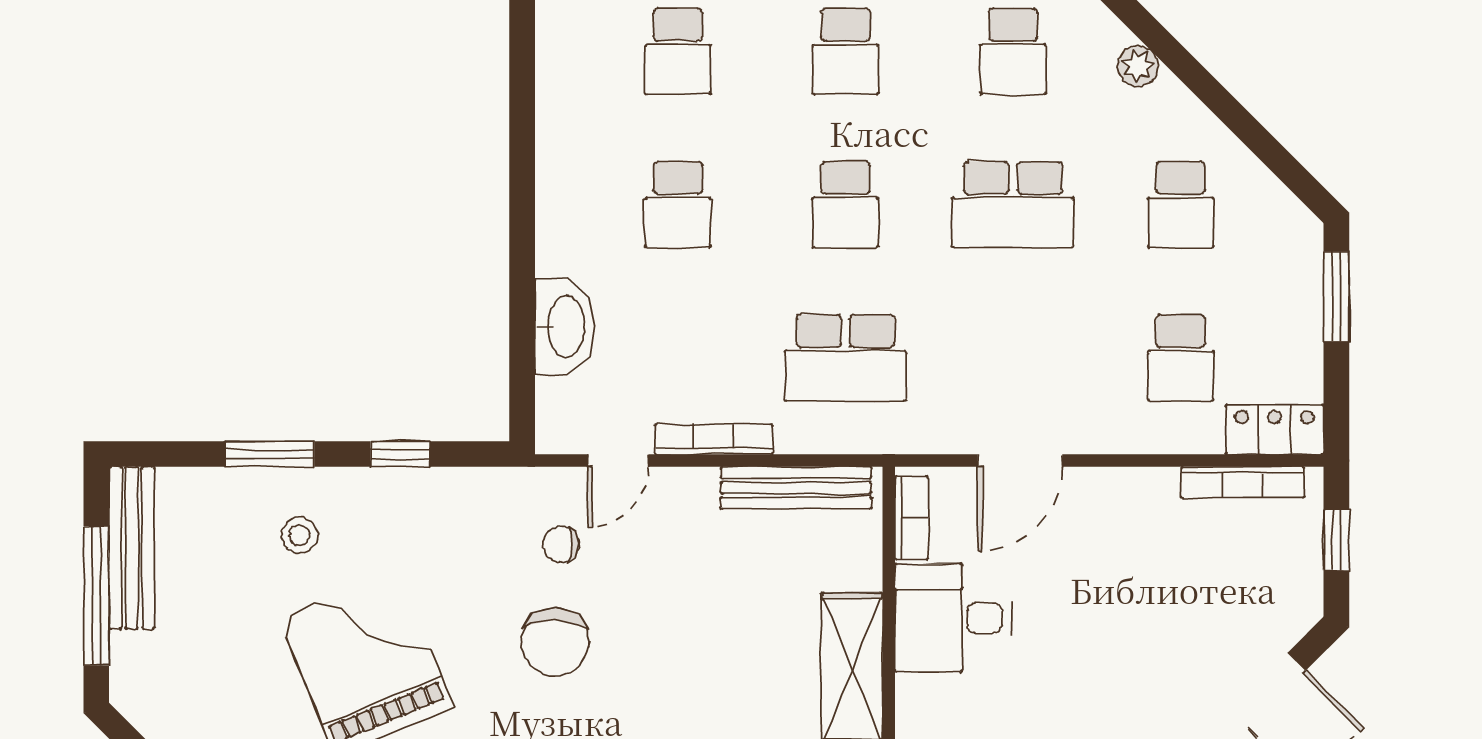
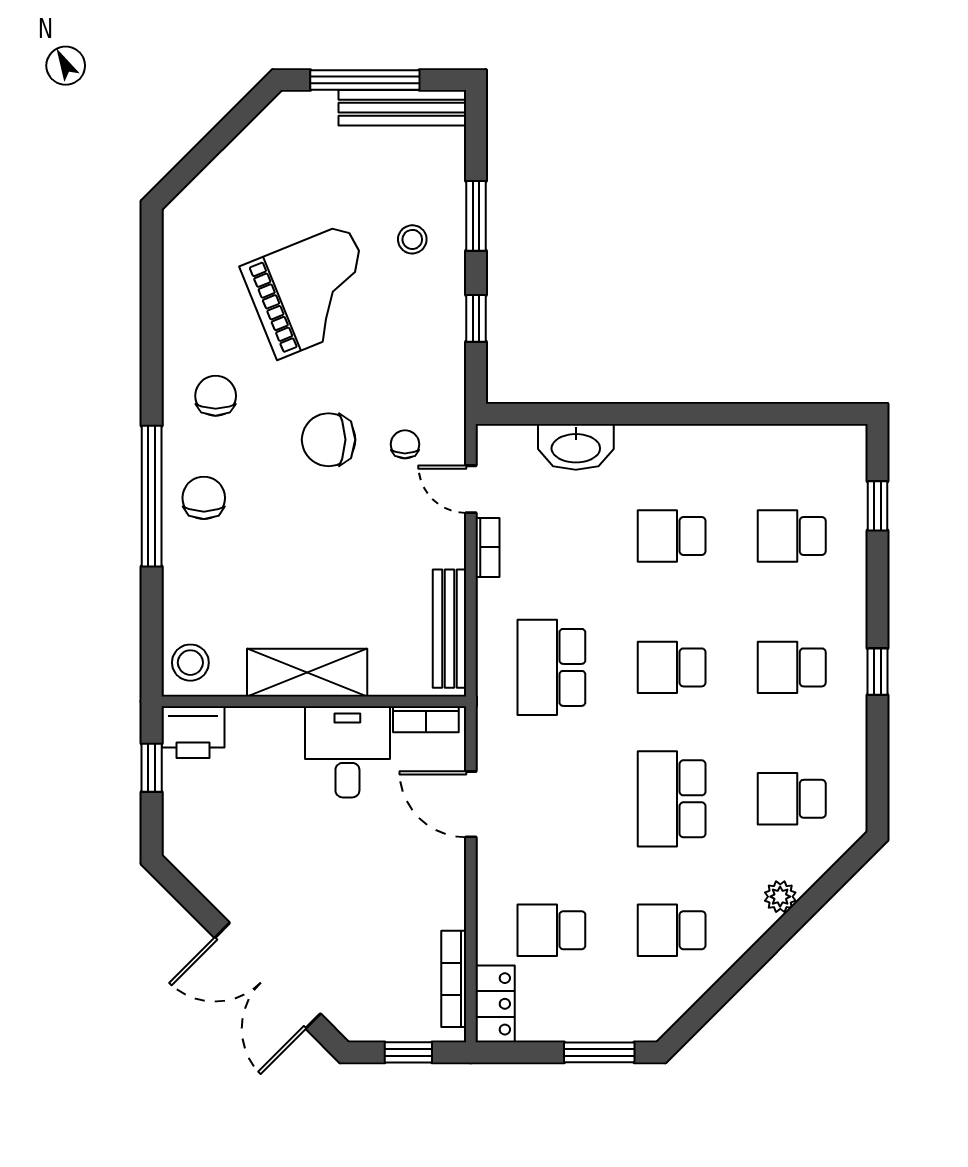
bookcase: (714, 439) -> (487, 547), width x0.64

